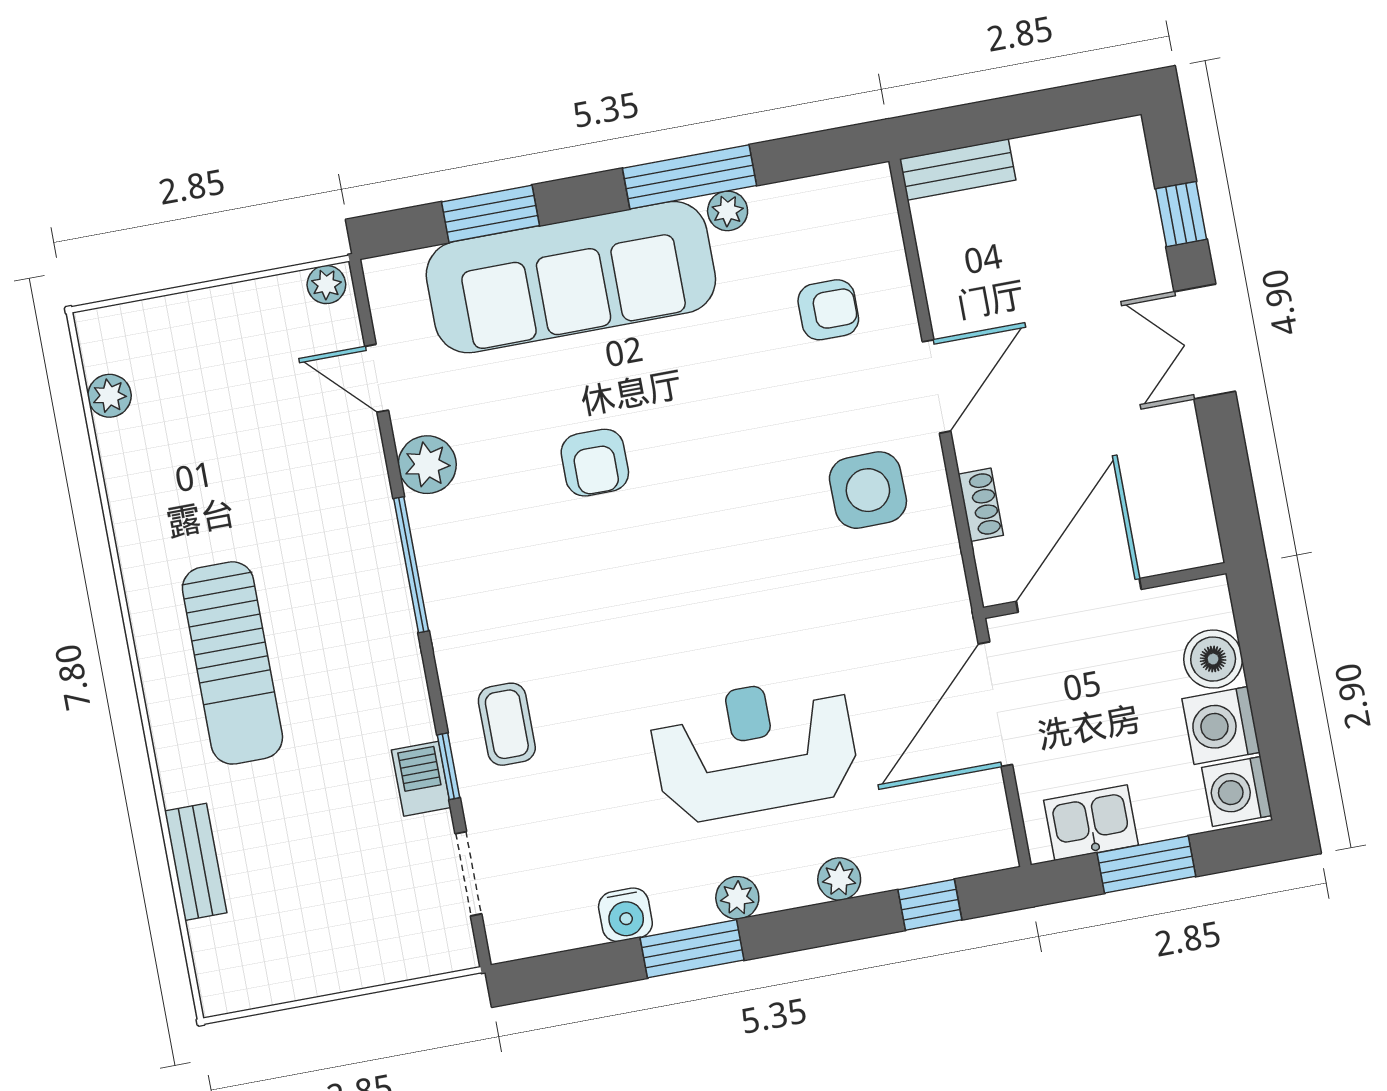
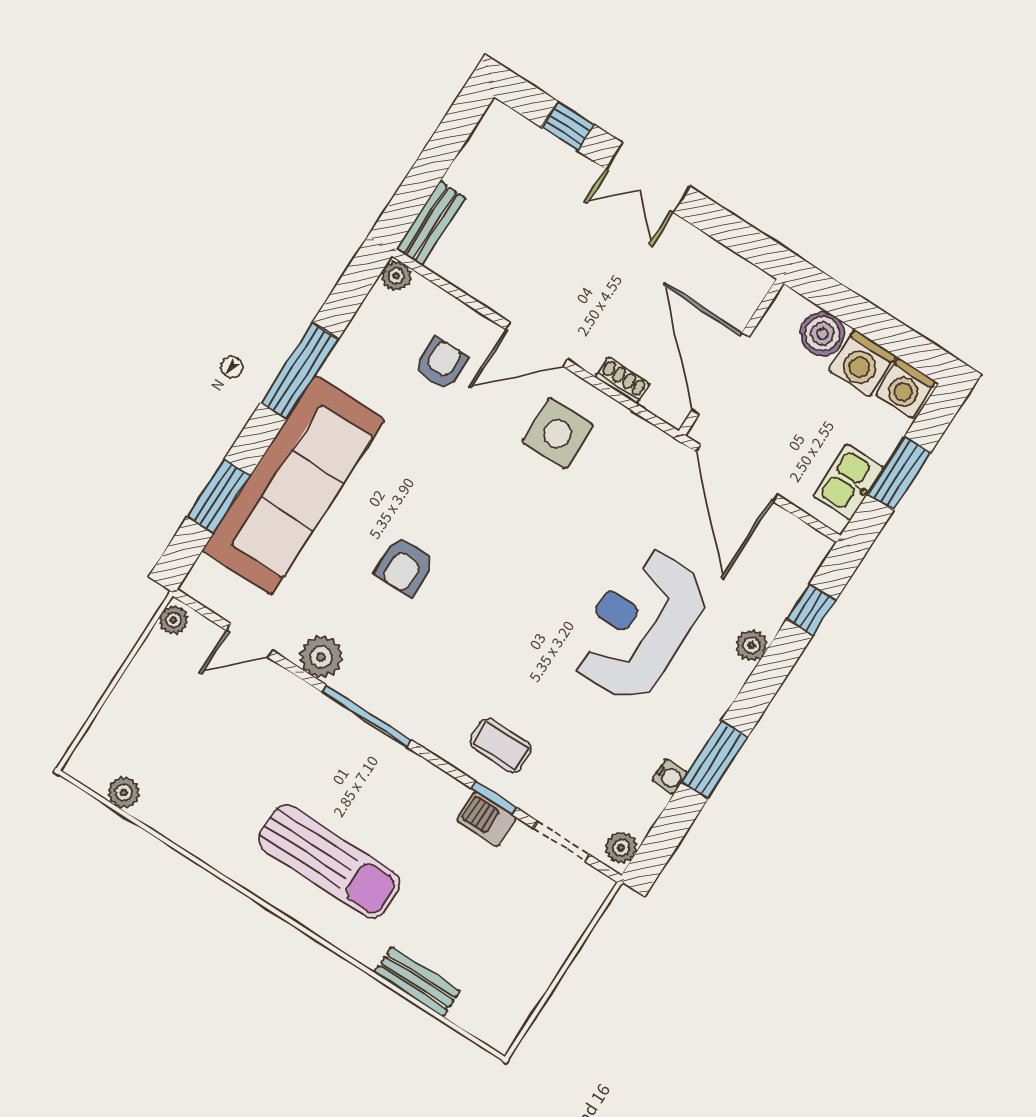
plant: (728, 211) -> (396, 276), moved
door: (937, 386) -> (537, 344), swing flipped
armchair: (595, 463) -> (405, 566), turned 89
plant: (737, 898) -> (621, 848), moved
water cooler: (625, 915) -> (670, 777), width x0.72, depth x0.72

